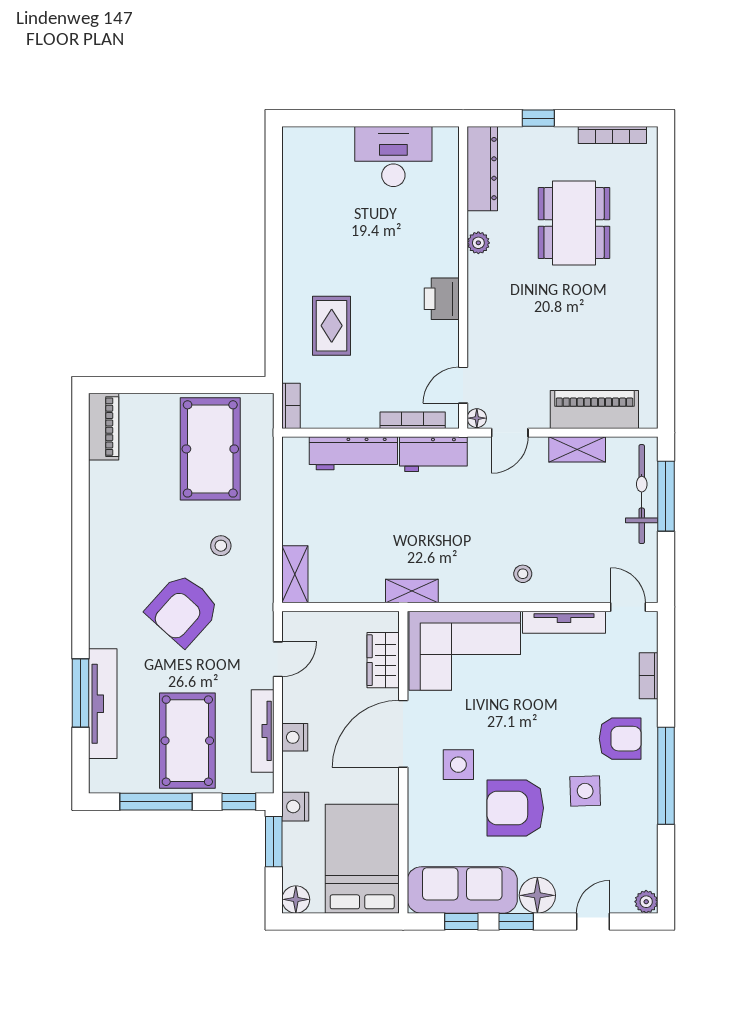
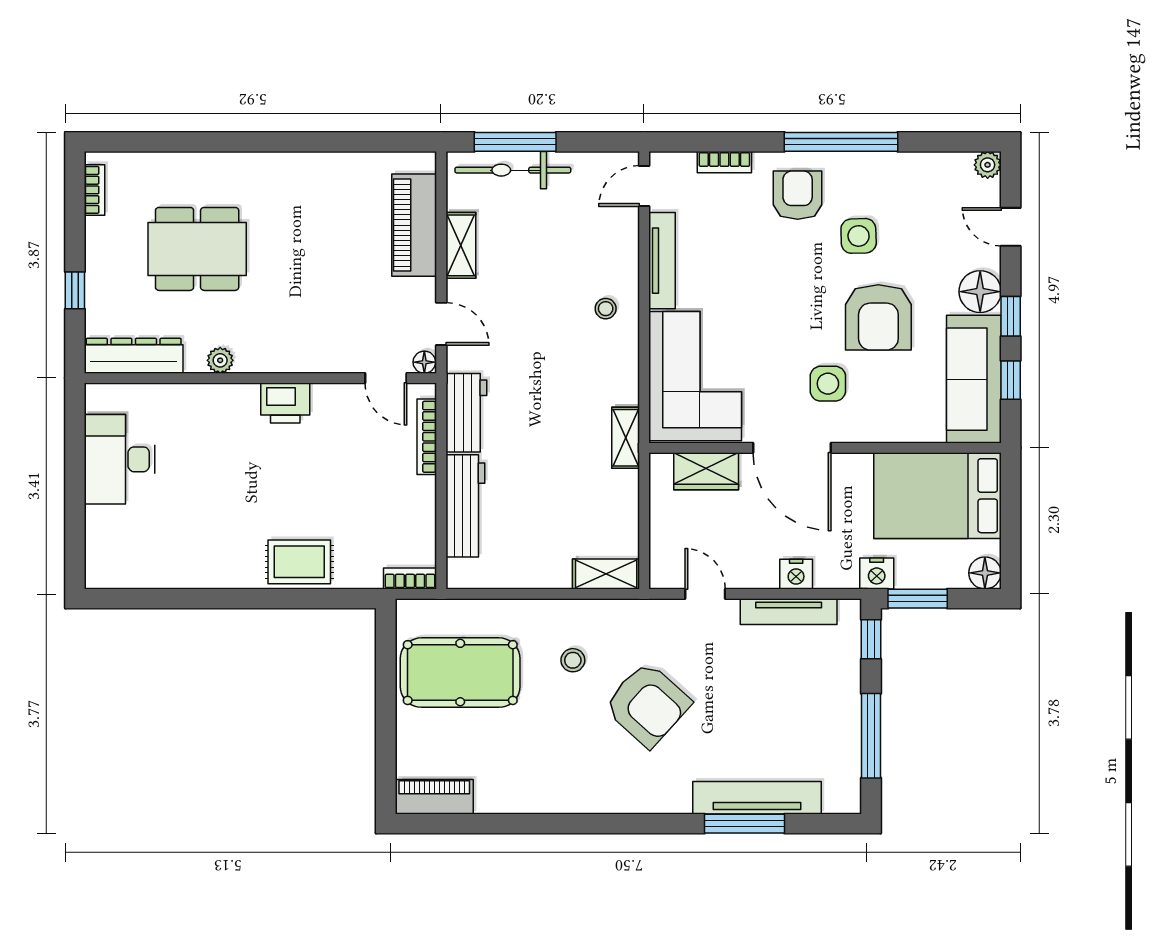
bookcase: (612, 135) -> (95, 190), width x0.64
rug: (332, 326) -> (299, 562), moved
pool table: (187, 741) -> (800, 699), removed

